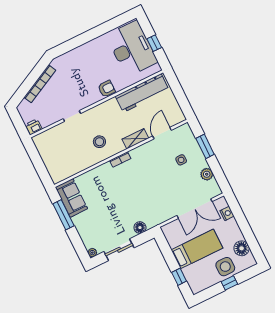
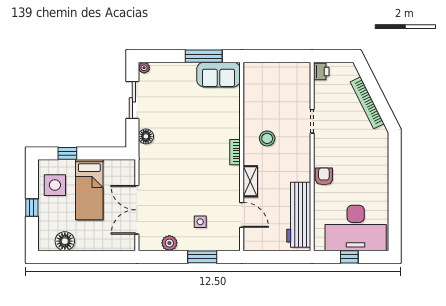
armchair: (107, 89) -> (324, 176), turned 180
nightstand: (227, 213) -> (113, 244), removed
side table: (225, 267) -> (55, 185), moved

